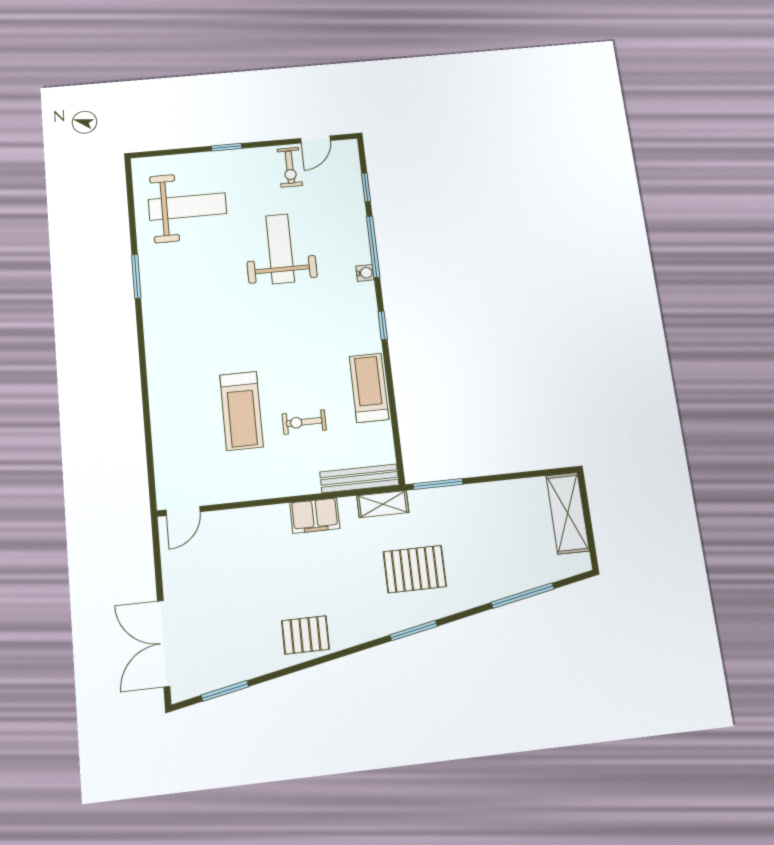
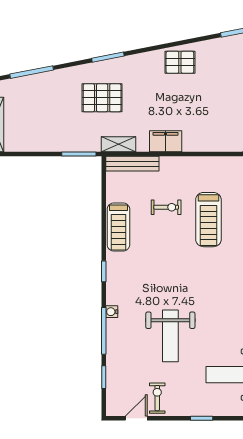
treadmill: (242, 411) -> (208, 220), turned 180

